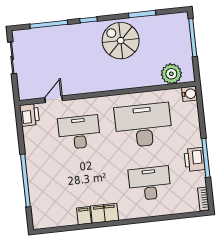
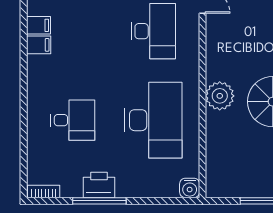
plant: (171, 74) -> (220, 96), moved
desk: (150, 183) -> (73, 120), width x0.73
filing cabinet: (105, 213) -> (39, 45), width x0.50

